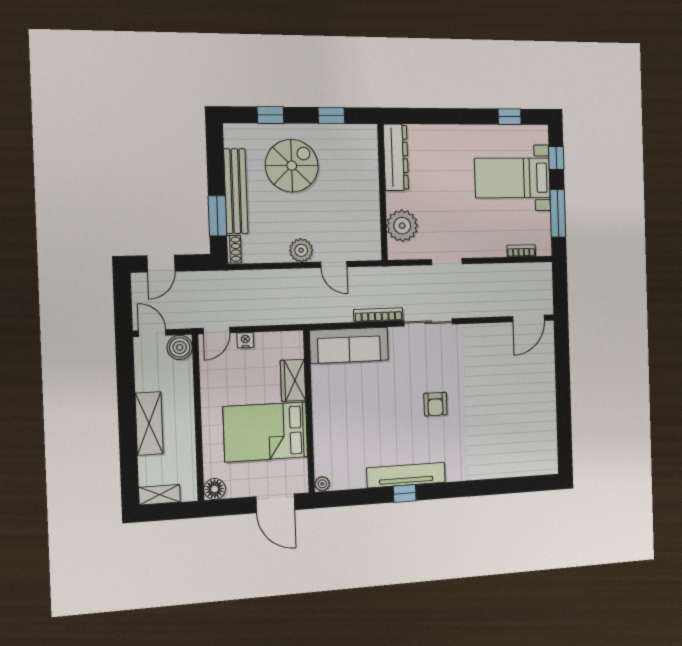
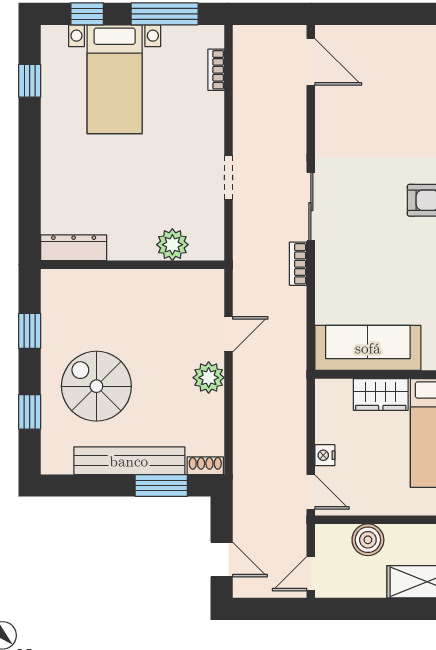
dresser: (396, 157) -> (74, 248), width x0.73, depth x0.80
plant: (402, 226) -> (172, 245), width x0.73, depth x0.73
bookcase: (378, 315) -> (298, 264), width x0.64
sofa: (349, 345) -> (368, 348), moved, turned -90
boiler: (180, 347) -> (368, 540), moved

